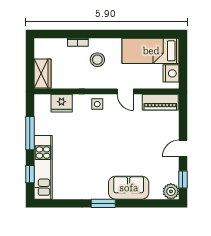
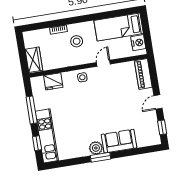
door: (125, 91) -> (103, 63), swing flipped
piano: (160, 102) -> (143, 74), moved, turned 90
plant: (171, 191) -> (96, 148), moved

